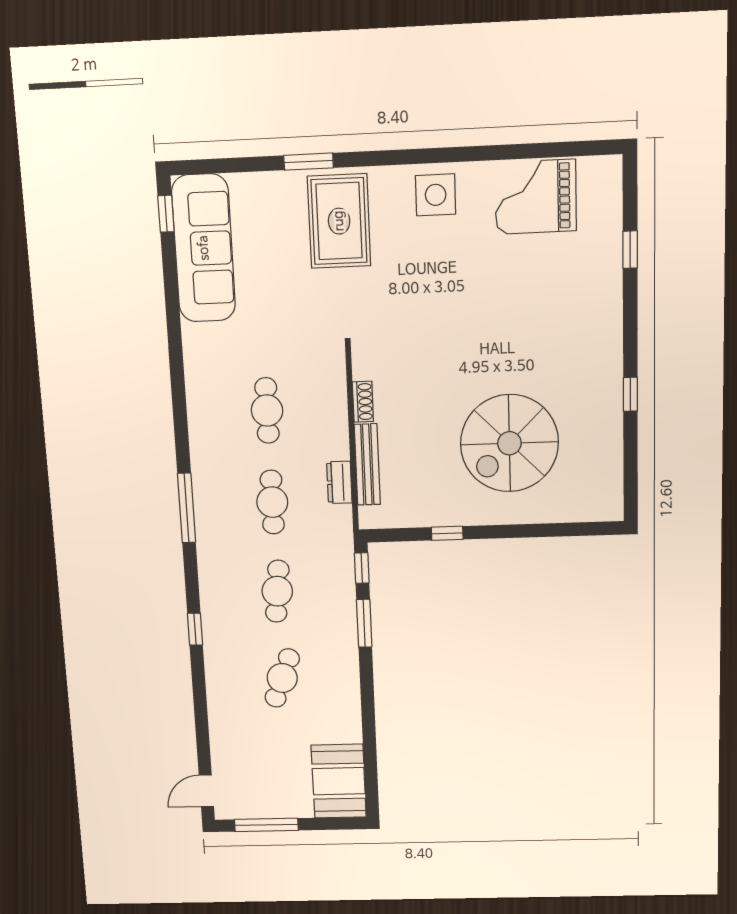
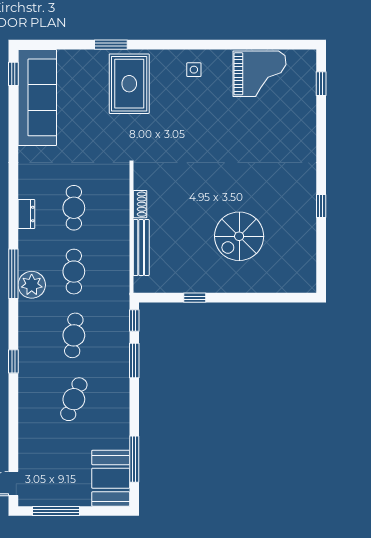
side table: (436, 195) -> (194, 70), width x0.54, depth x0.54
grand piano: (536, 197) -> (260, 74), turned 180
window: (630, 250) -> (321, 84), moved
spiral stairs: (509, 443) -> (239, 236), width x0.73, depth x0.73
dresser: (339, 482) -> (26, 214), moved, turned 180
plant: (214, 523) -> (32, 285), added
window: (370, 755) -> (134, 459), added

